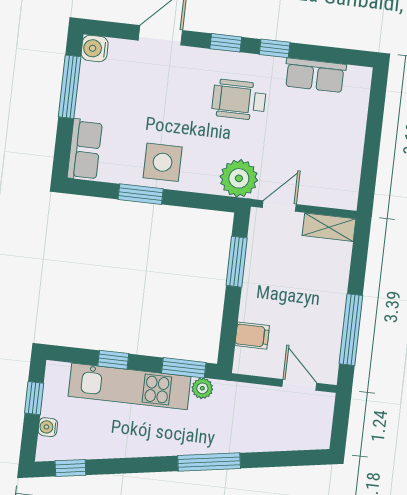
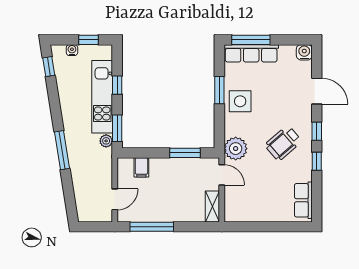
row of seats: (315, 75) -> (303, 200), moved
window: (70, 87) -> (251, 40), moved
wheelchair: (239, 100) -> (283, 143), turned -131
row of seats: (85, 150) -> (251, 53), width x1.48

